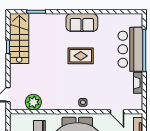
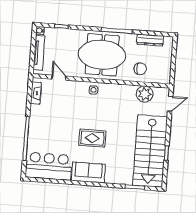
stairs: (19, 39) -> (150, 151), width x1.36, depth x1.51
bar counter: (130, 49) -> (49, 166), moved, turned -90
fireplace: (138, 83) -> (36, 93), moved

